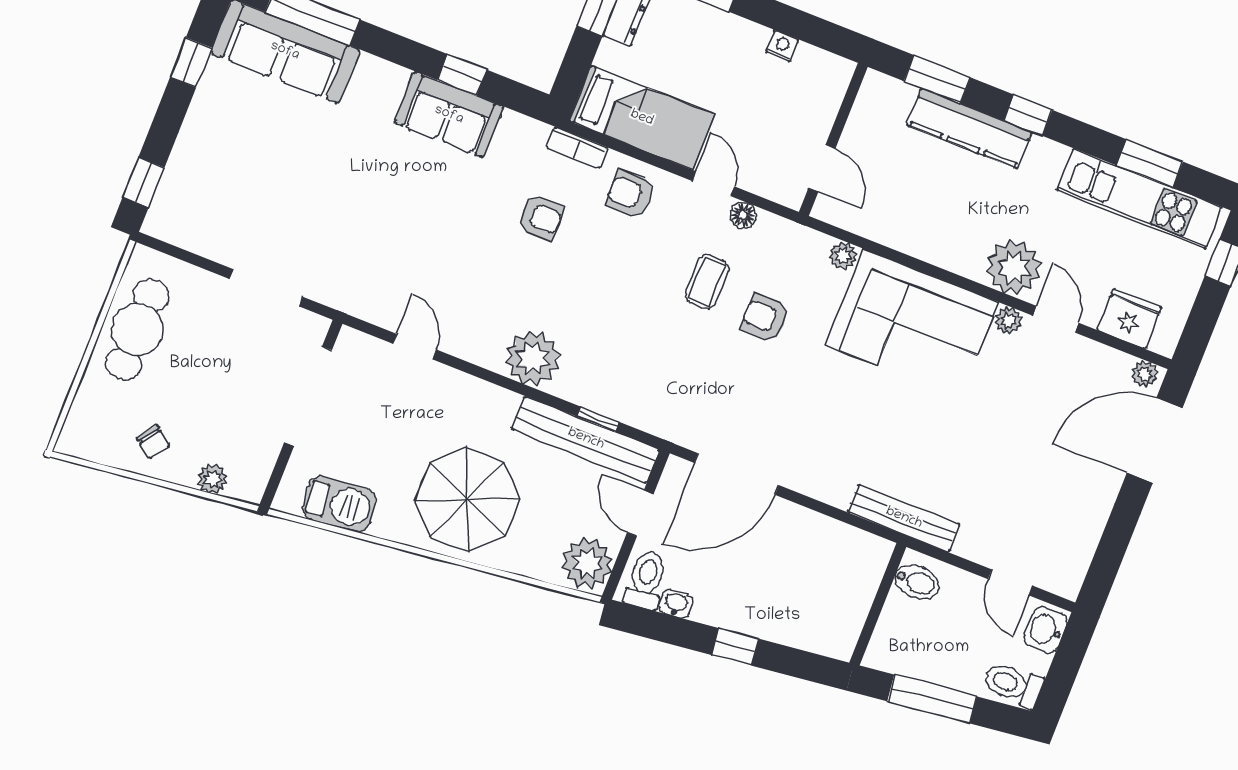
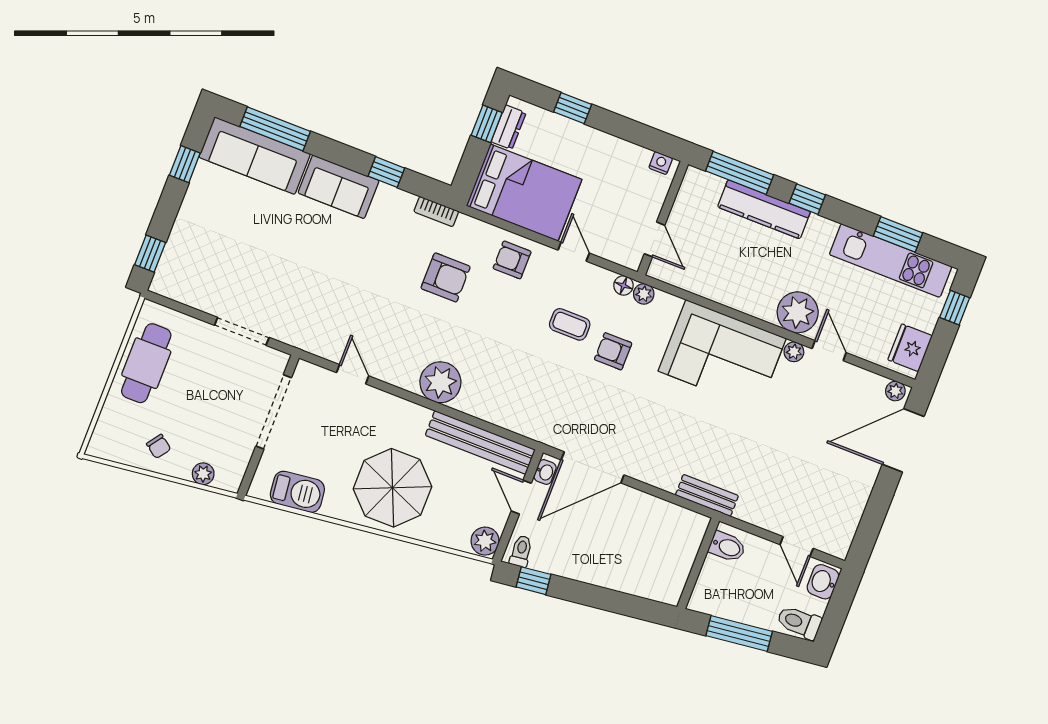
nightstand: (782, 46) -> (661, 163), moved
window: (937, 79) -> (740, 173), width x1.44
sofa: (449, 115) -> (338, 187), moved
bed: (642, 118) -> (524, 193), width x1.50
bookcase: (577, 148) -> (436, 212), moved
floor lamp: (743, 215) -> (623, 285), moved
armchair: (541, 217) -> (446, 277), width x1.38, depth x1.38
plant: (843, 255) -> (644, 294), moved
coffee table: (707, 282) -> (570, 324), turned 90
fridge: (1129, 319) -> (910, 348), moved, turned -90
window: (598, 419) -> (489, 427), removed
bench: (904, 518) -> (707, 495), width x0.73
plant: (587, 563) -> (485, 541), width x0.73, depth x0.73
toilet: (646, 580) -> (521, 551), width x0.73, depth x0.72
washbasin: (676, 604) -> (545, 472), moved, turned 97
window: (735, 647) -> (533, 581), moved

